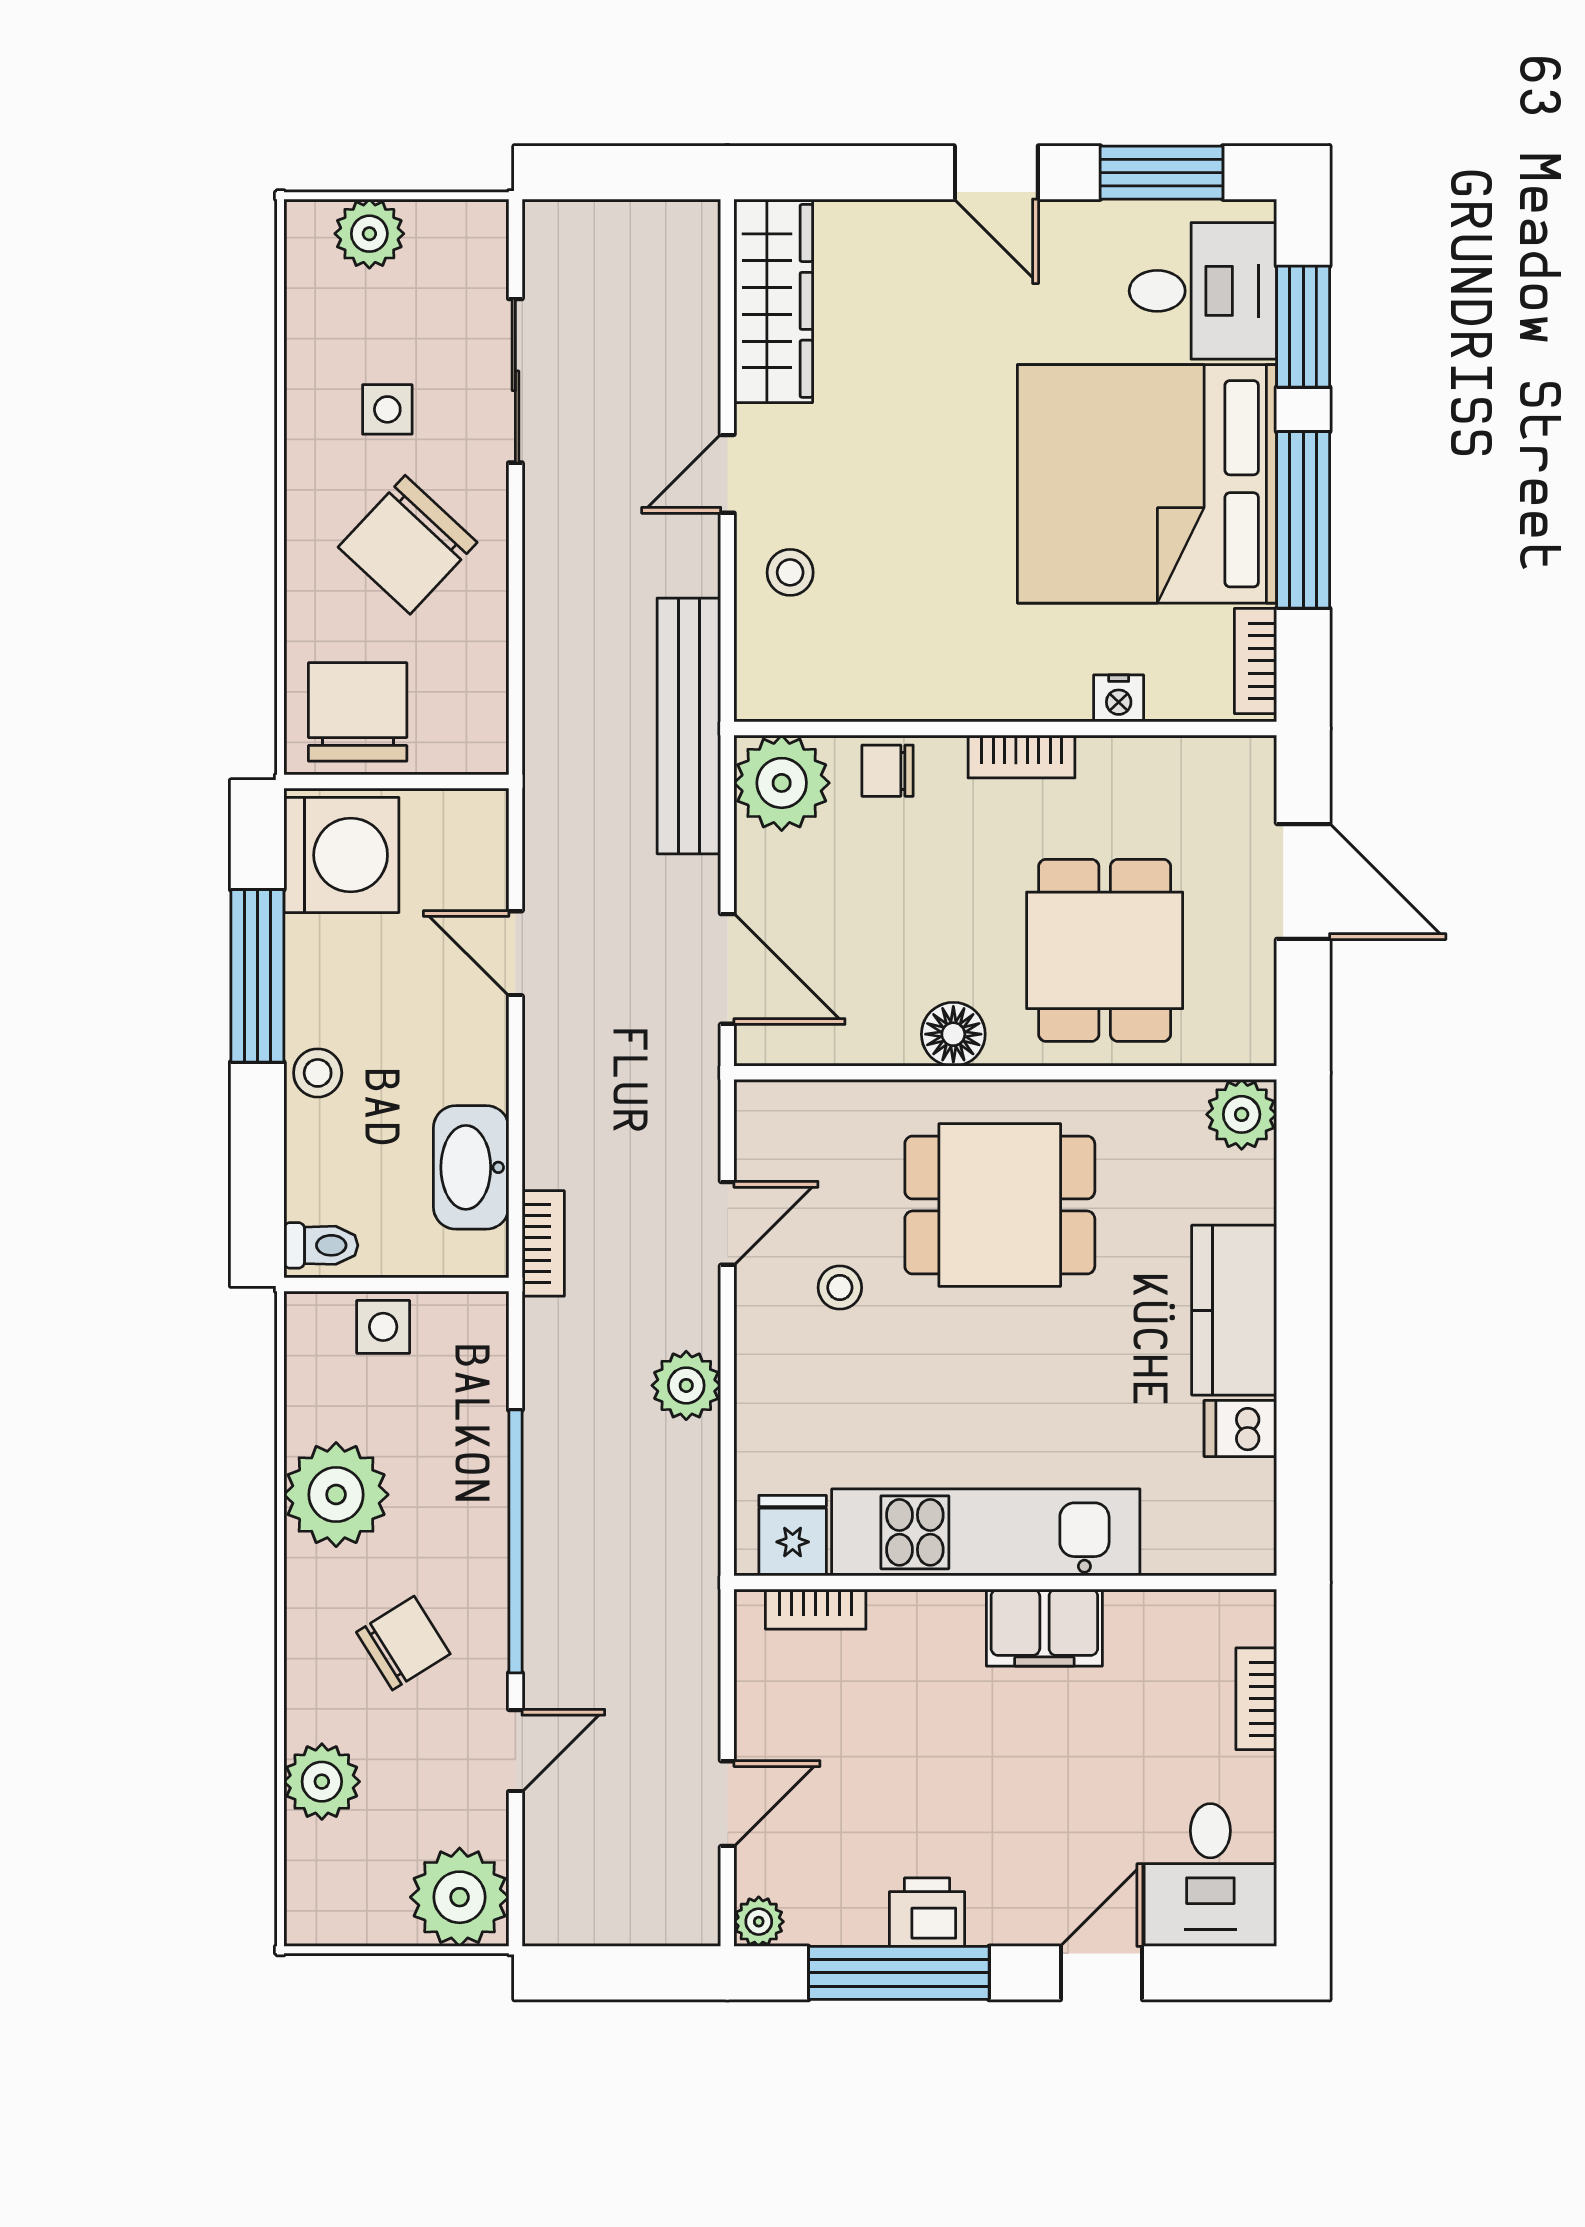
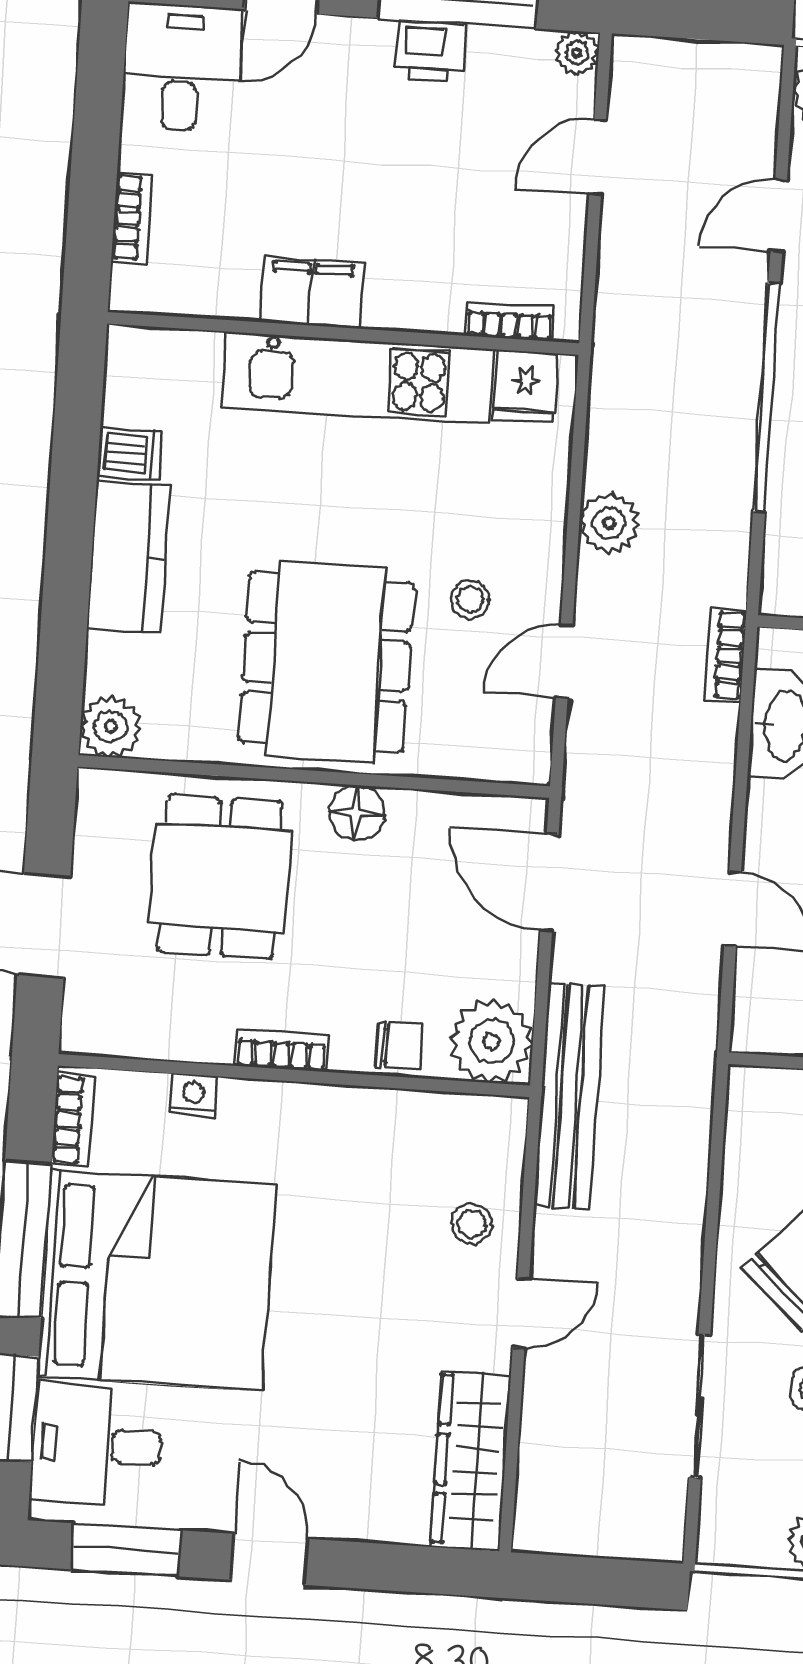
dining table: (1000, 1205) -> (326, 662), width x1.38

